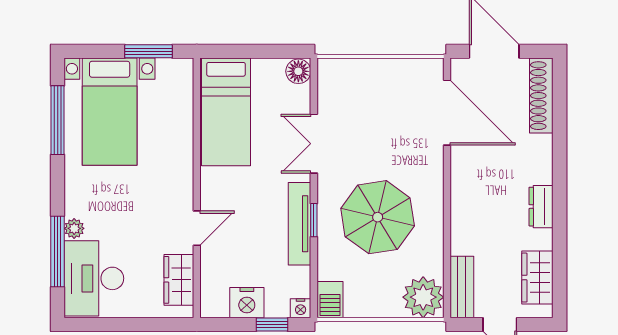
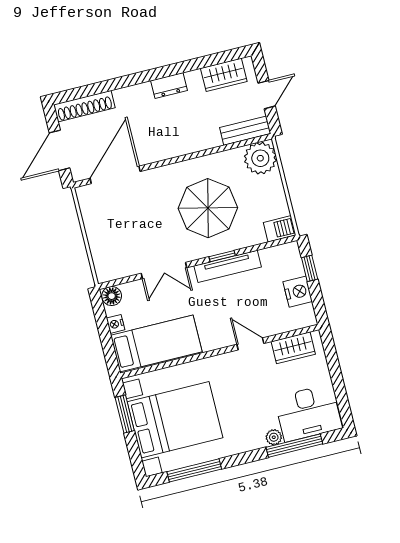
bed with nightstands: (110, 112) -> (175, 420), width x1.36
nightstand: (301, 308) -> (116, 324), moved, turned 180

